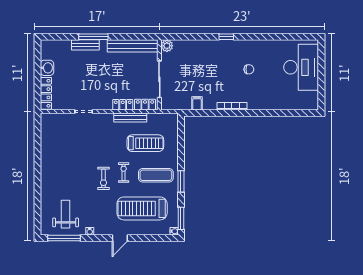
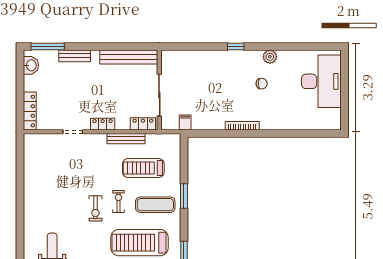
window: (93, 37) -> (48, 46), moved
plant: (167, 46) -> (270, 57), moved
washbasin: (47, 68) -> (31, 65), moved
filing cabinet: (197, 103) -> (185, 123), moved
locker: (123, 105) -> (103, 124), moved
treadmill: (145, 143) -> (143, 168), turned 180
window: (181, 181) -> (184, 196), moved

